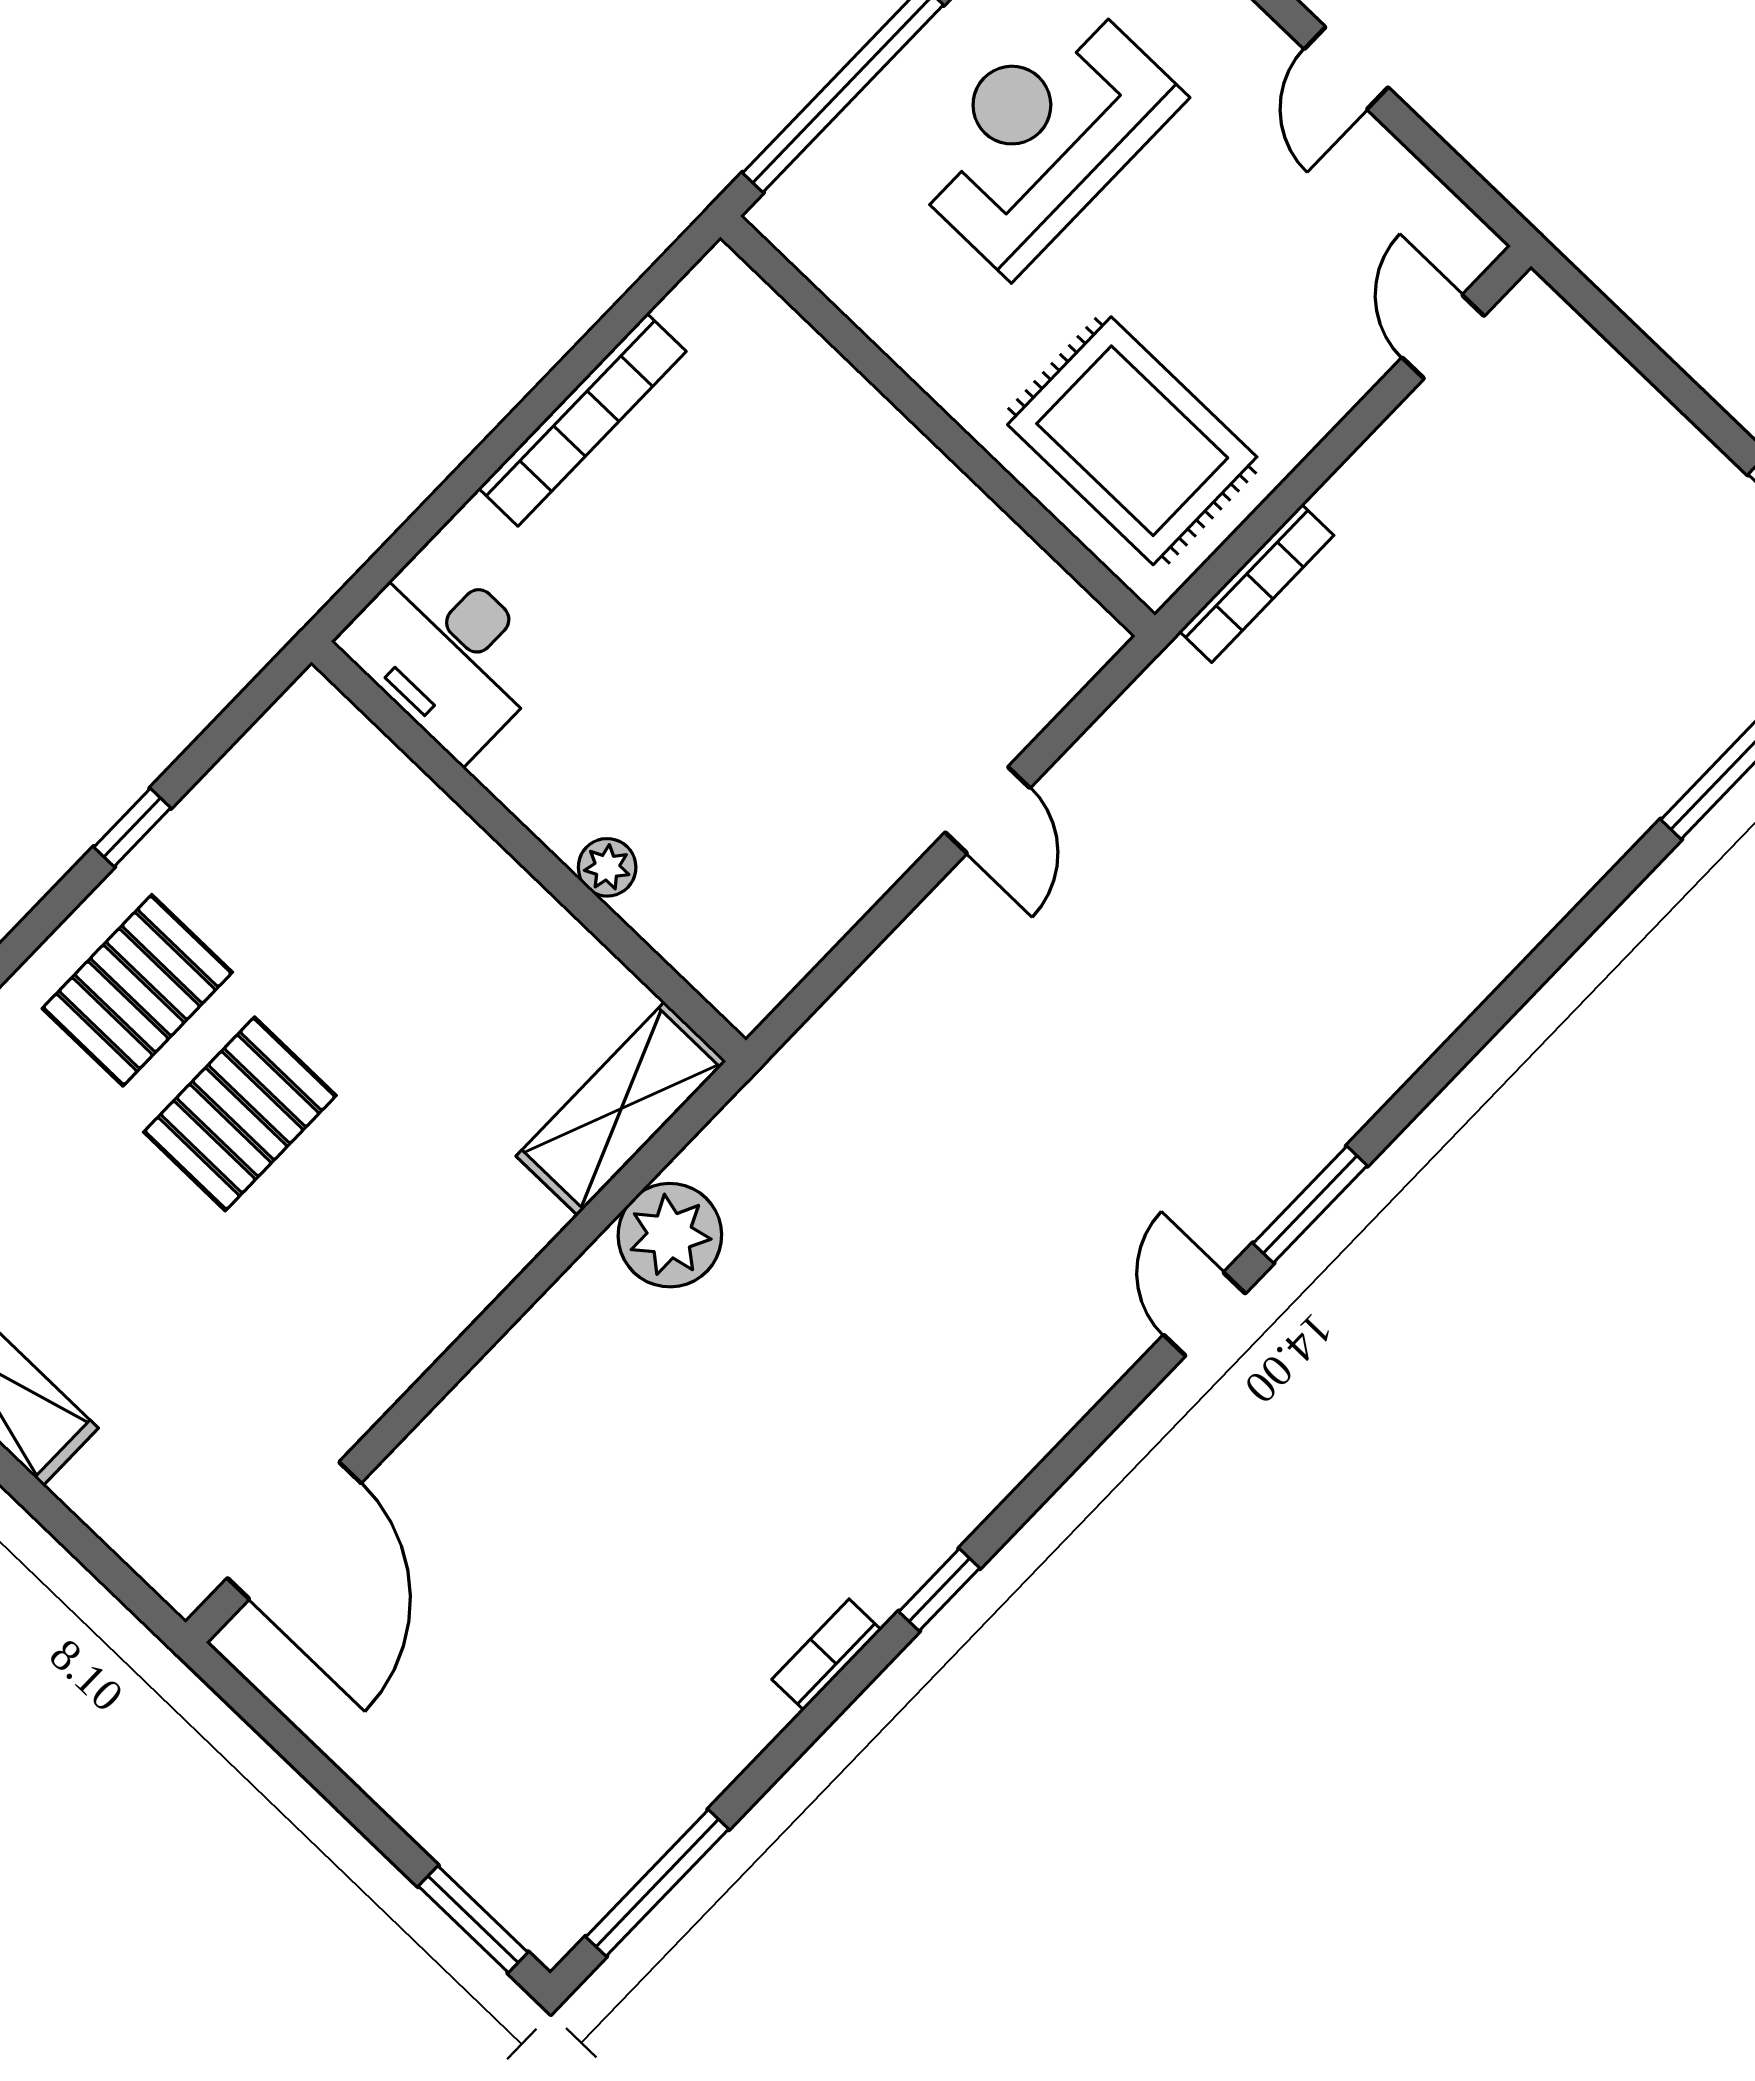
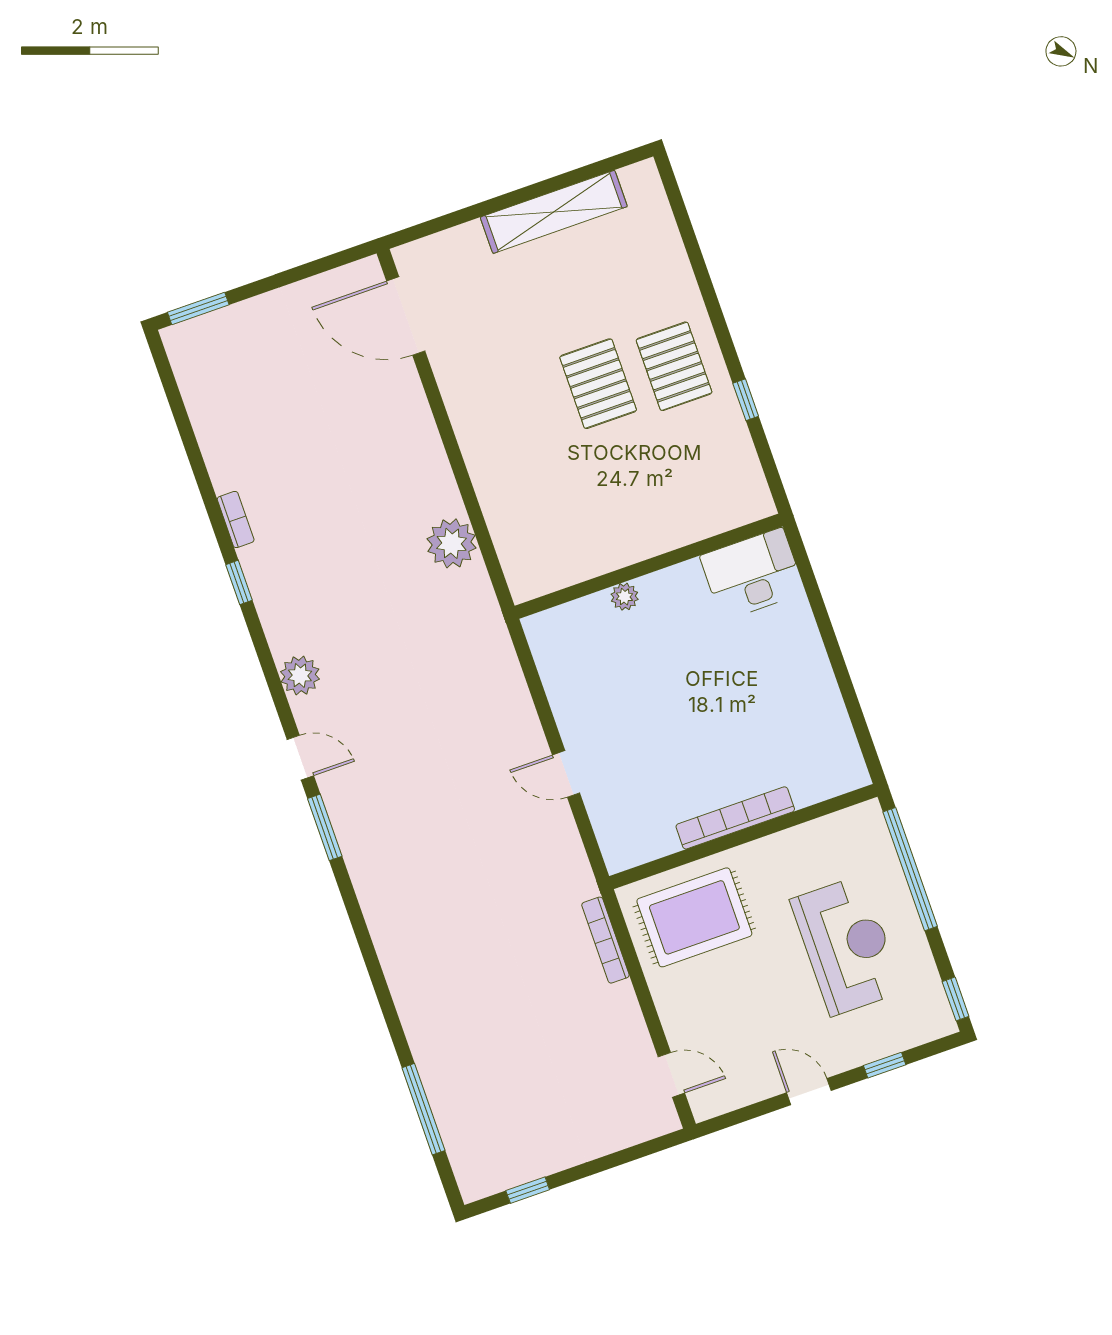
bookcase: (582, 420) -> (735, 818), moved, turned 90
shelving: (621, 1109) -> (517, 550), removed
plant: (1054, 1391) -> (300, 675), added
window: (657, 1883) -> (174, 396), removed

